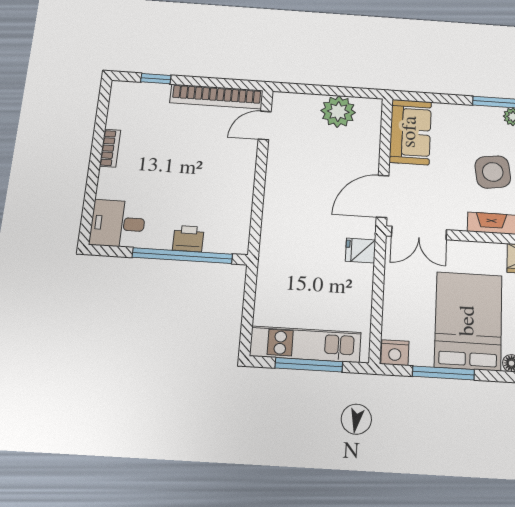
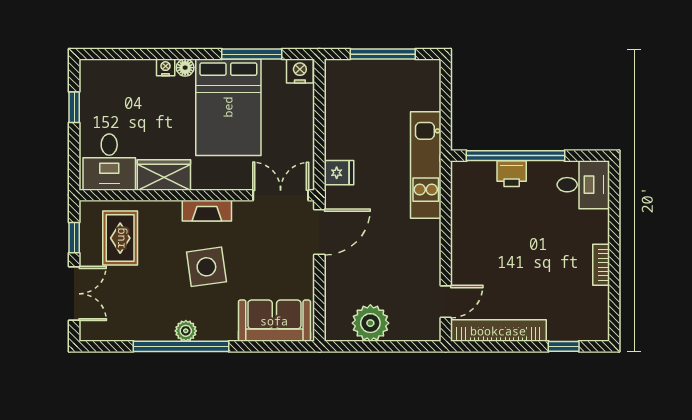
sofa: (410, 132) -> (274, 321), moved, turned 90
kitchen unit: (305, 344) -> (426, 165), moved, turned 90

